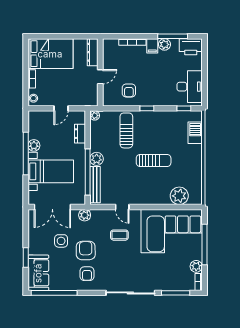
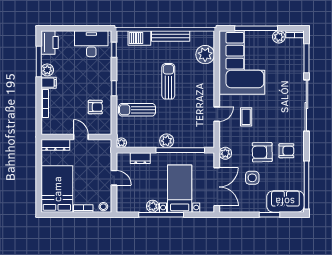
bench: (95, 185) -> (171, 36), moved

